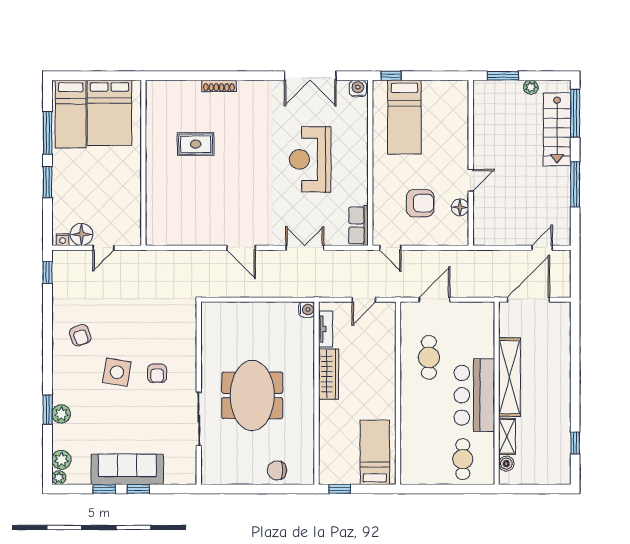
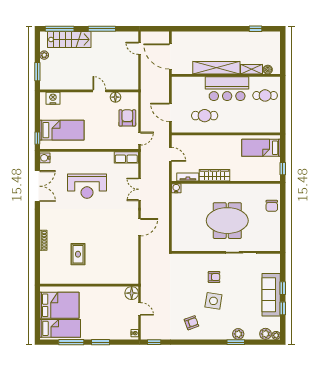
nightstand: (458, 102) -> (53, 98), added
armchair: (420, 203) -> (127, 118), moved
floor lamp: (82, 234) -> (132, 293), moved

